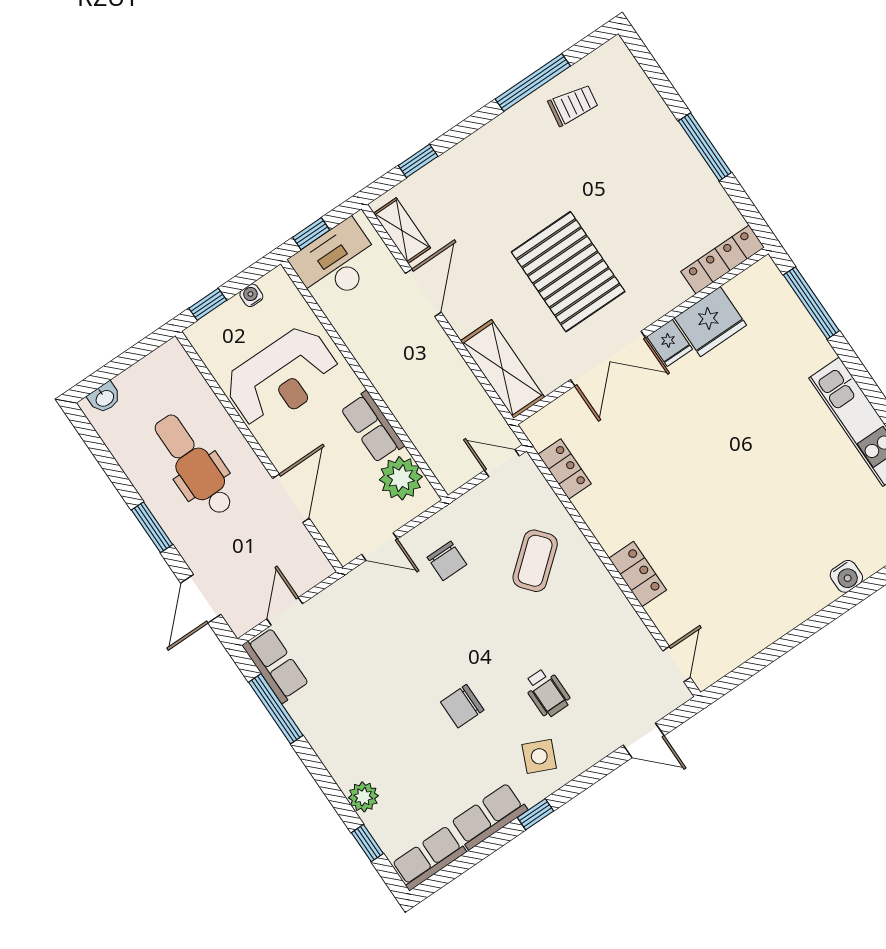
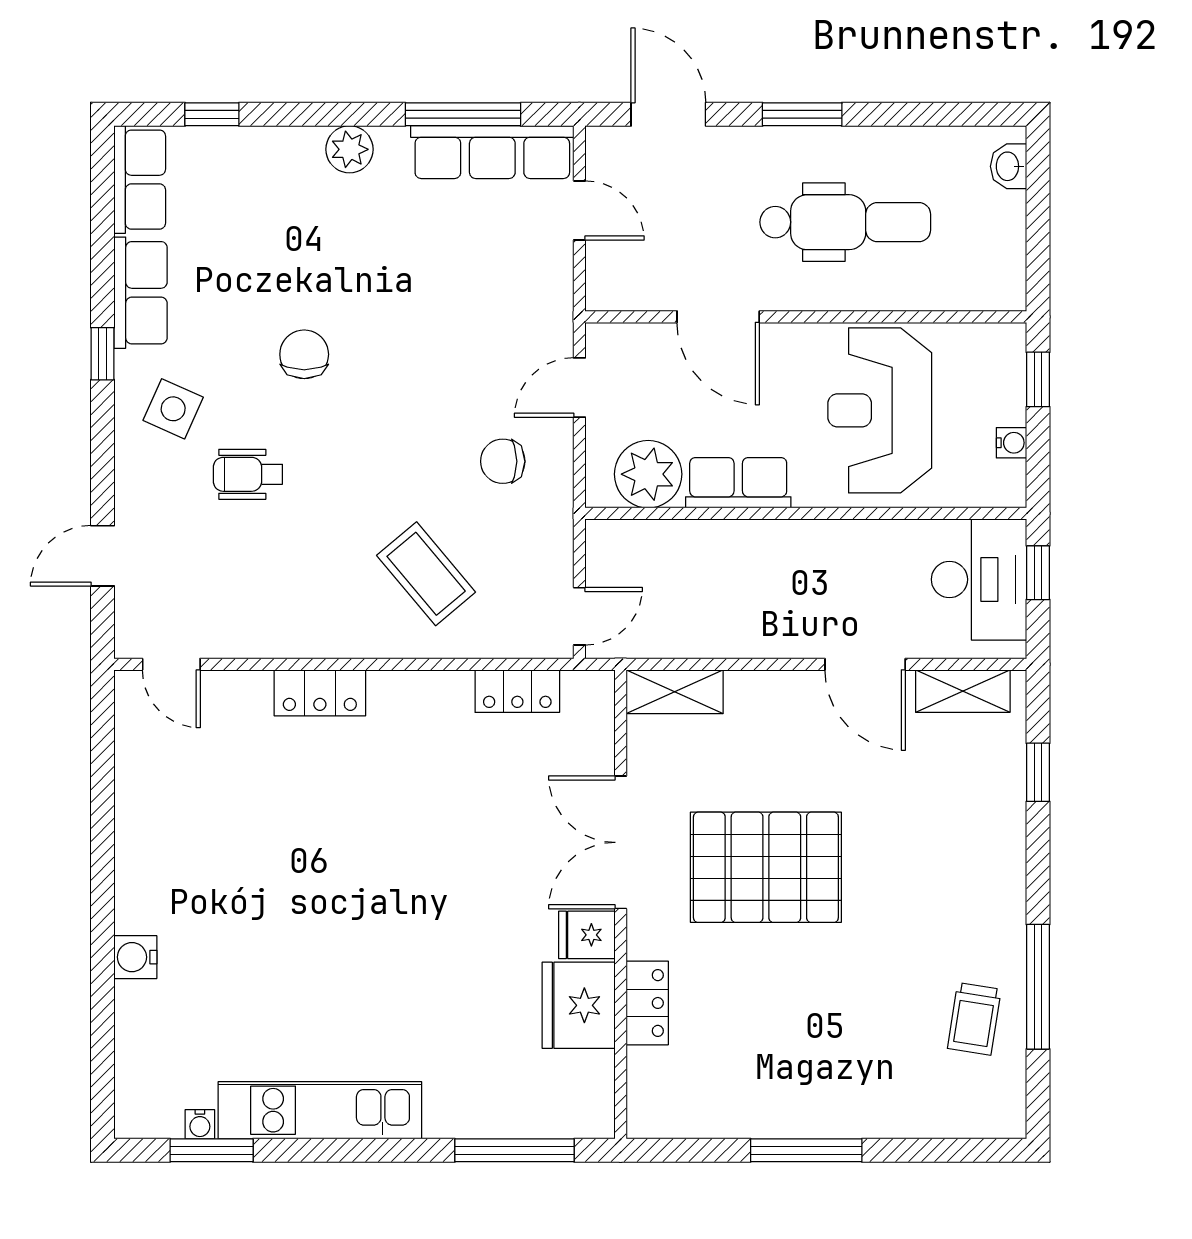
locker: (723, 259) -> (647, 1003), moved, width x0.66
shelving: (503, 369) -> (675, 692), width x0.67, depth x0.75
row of seats: (276, 665) -> (492, 152), width x1.48
plant: (363, 797) -> (349, 149), moved

